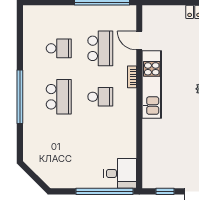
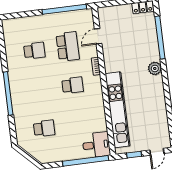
door: (139, 40) -> (98, 36), hinge flipped
kitchen unit: (152, 84) -> (118, 110), moved, width x1.36
school desk: (59, 97) -> (44, 128), moved, width x0.54

